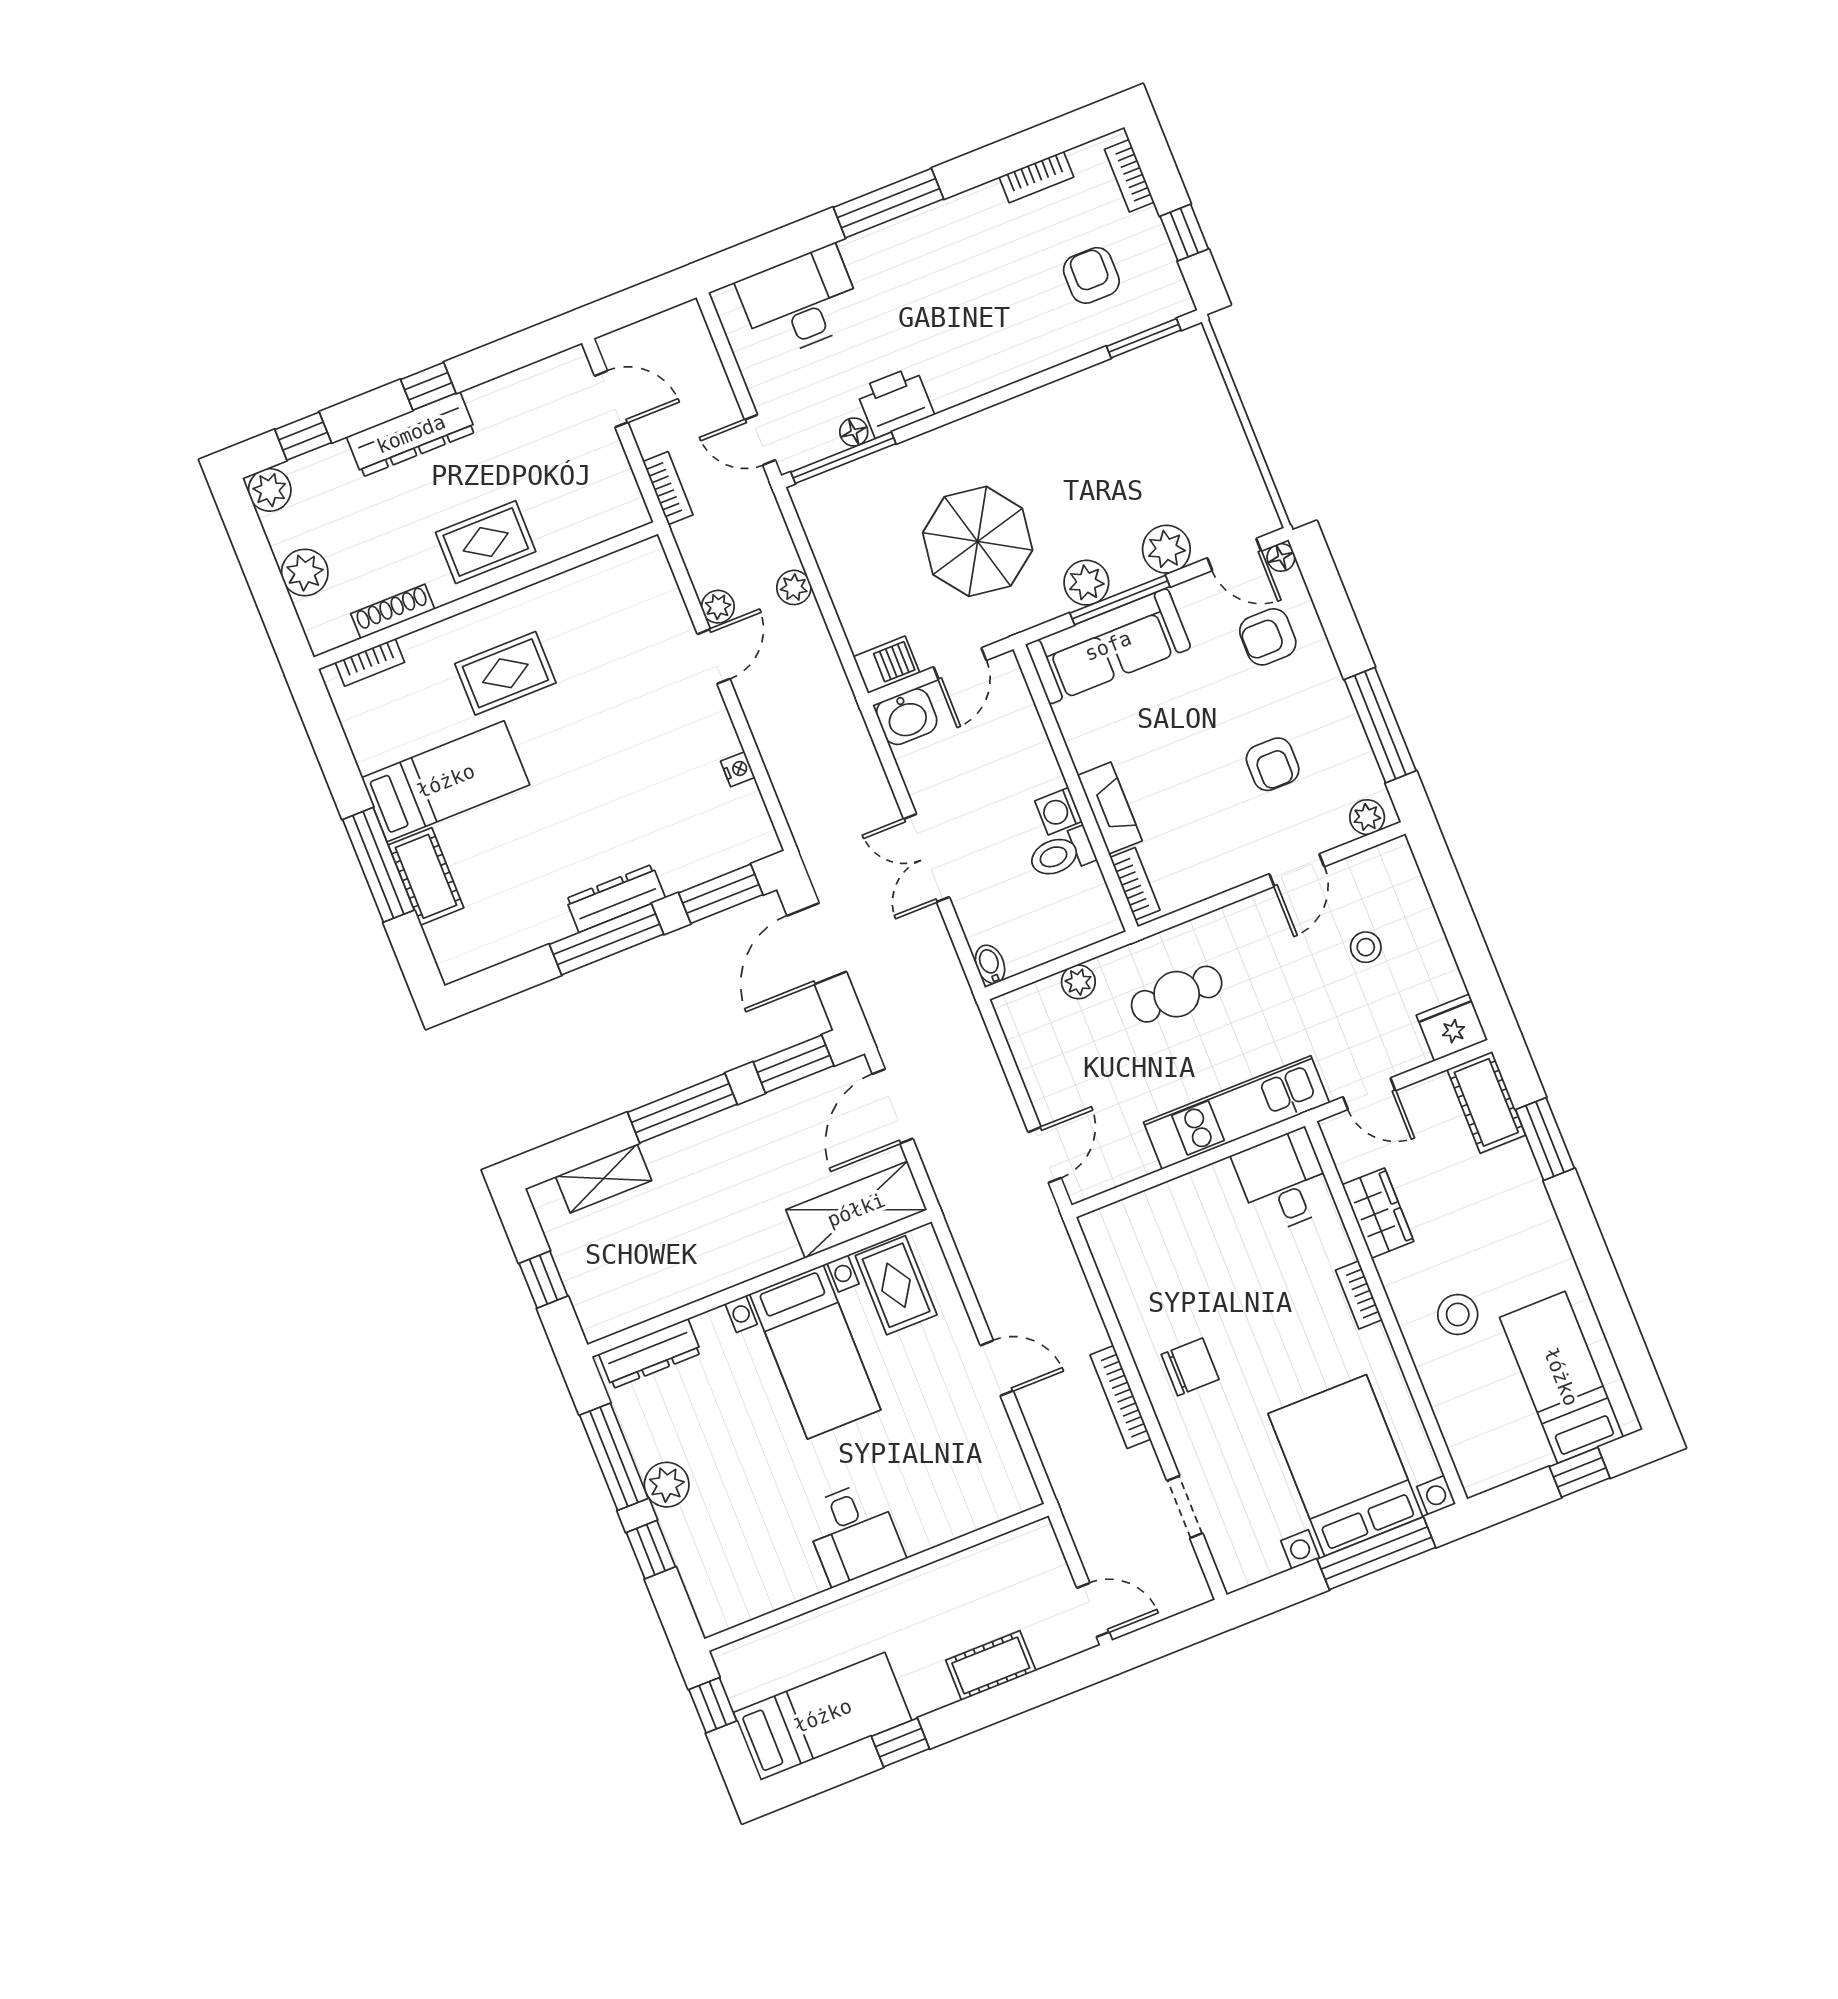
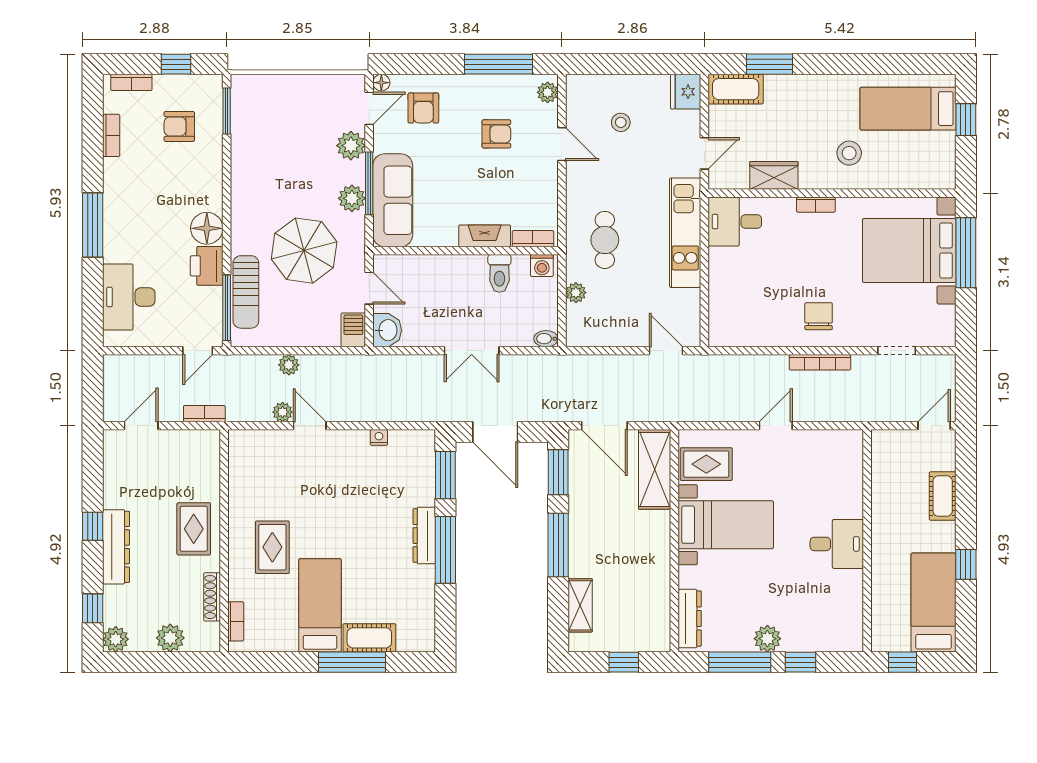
floor lamp: (854, 432) -> (207, 228), moved, width x1.89, depth x1.89
sun lounger: (879, 478) -> (246, 292), added
washing machine: (1058, 811) -> (542, 266), moved

